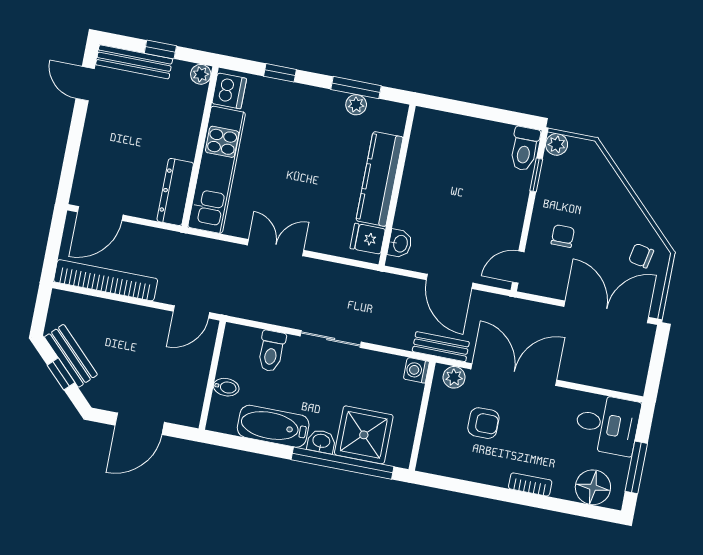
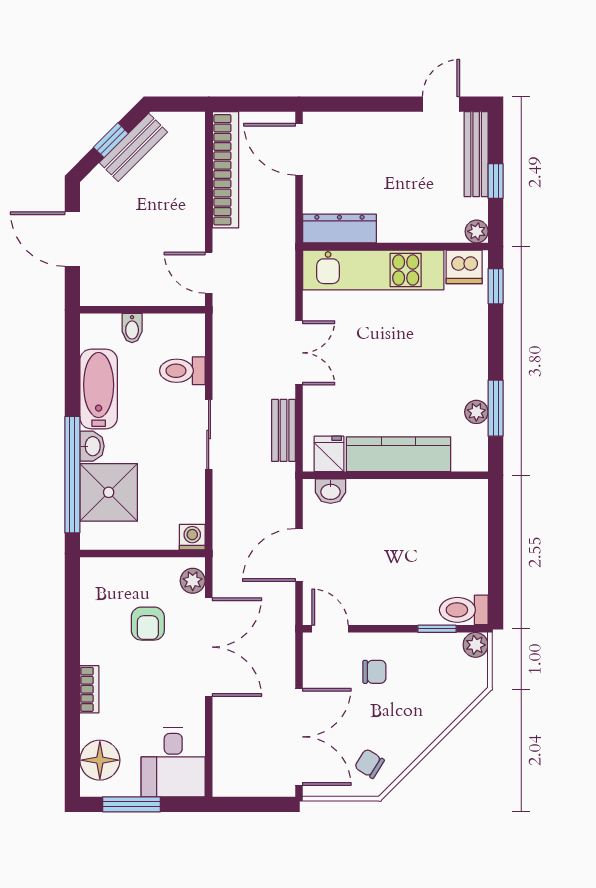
window: (280, 73) -> (496, 286), moved
chair: (641, 256) -> (369, 764), turned -69
bench: (441, 347) -> (284, 430), moved

